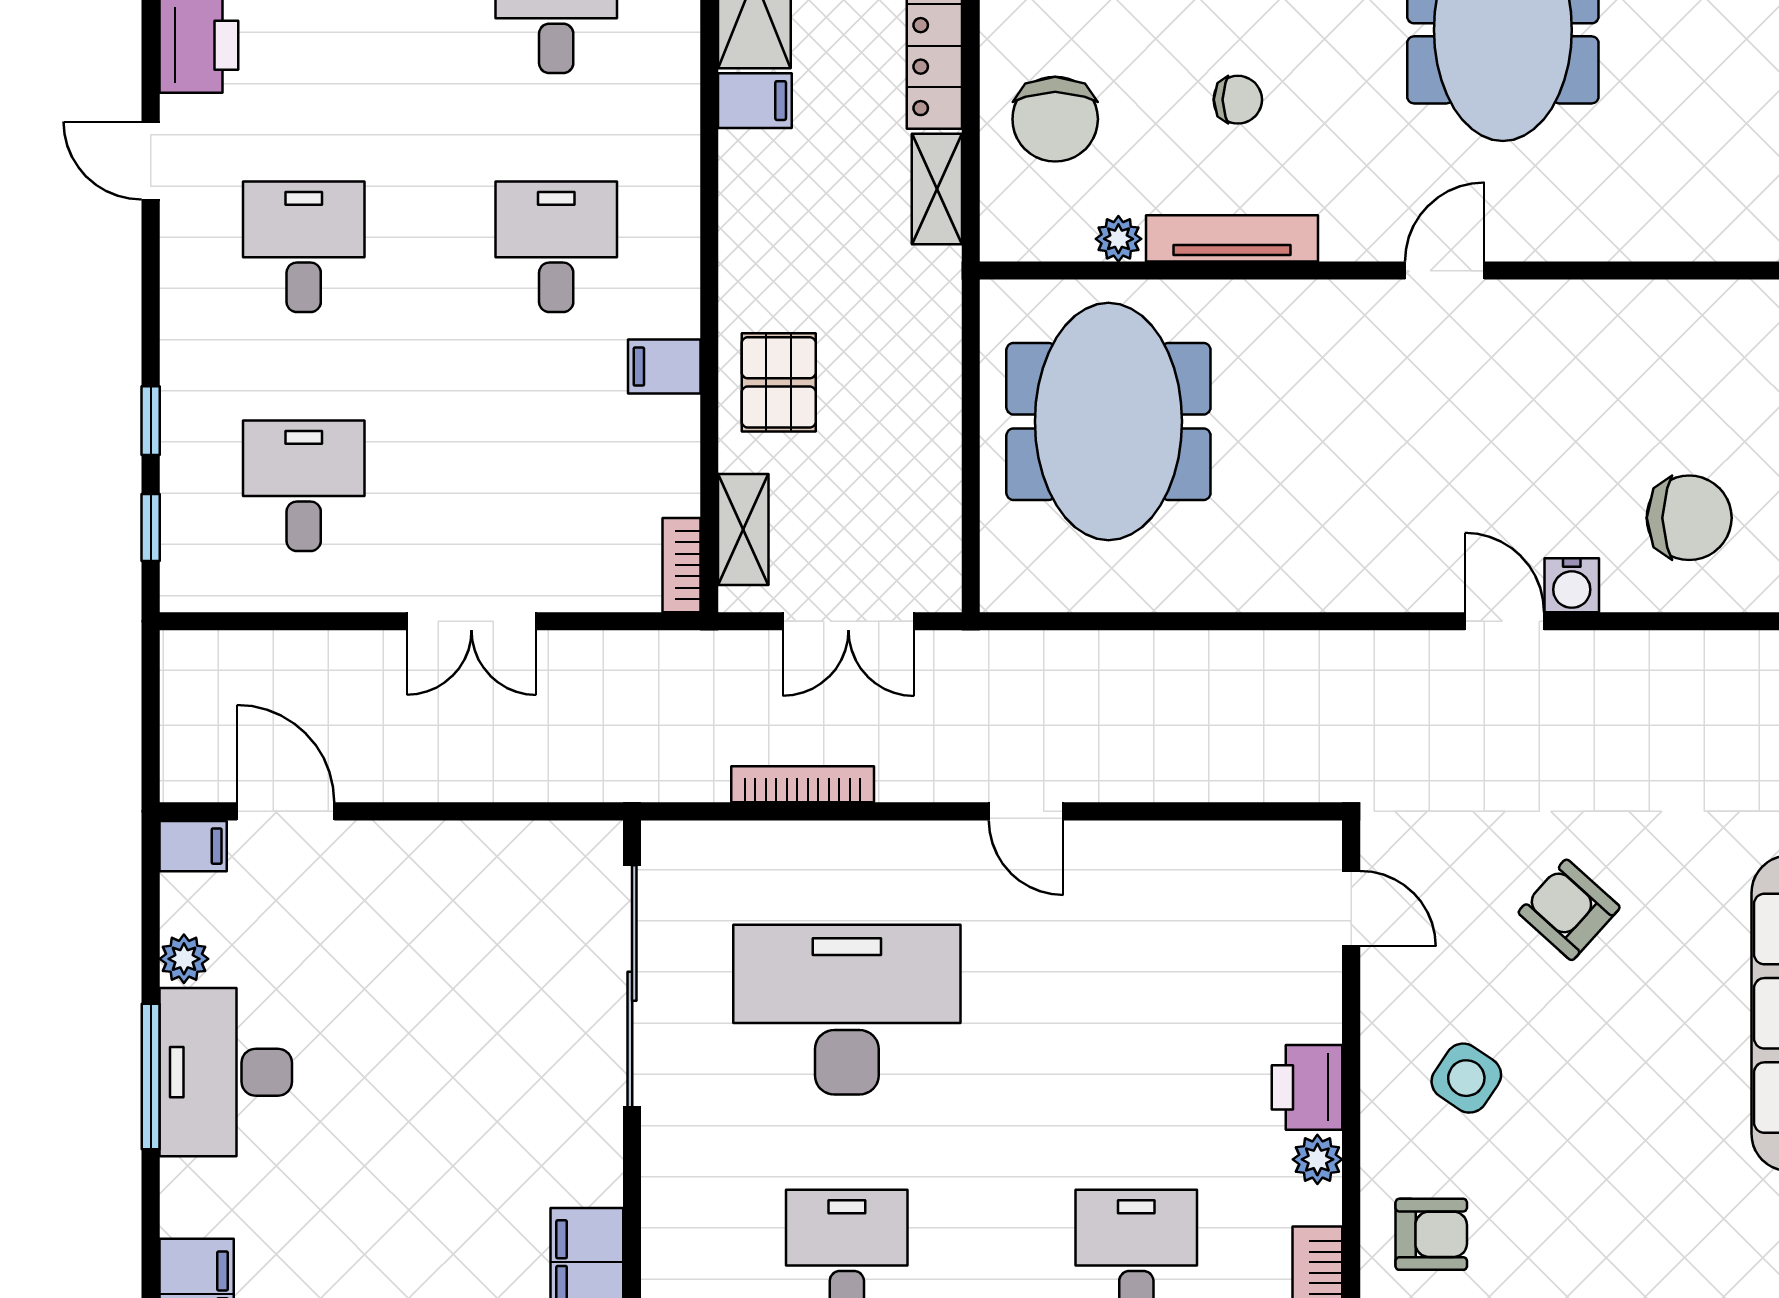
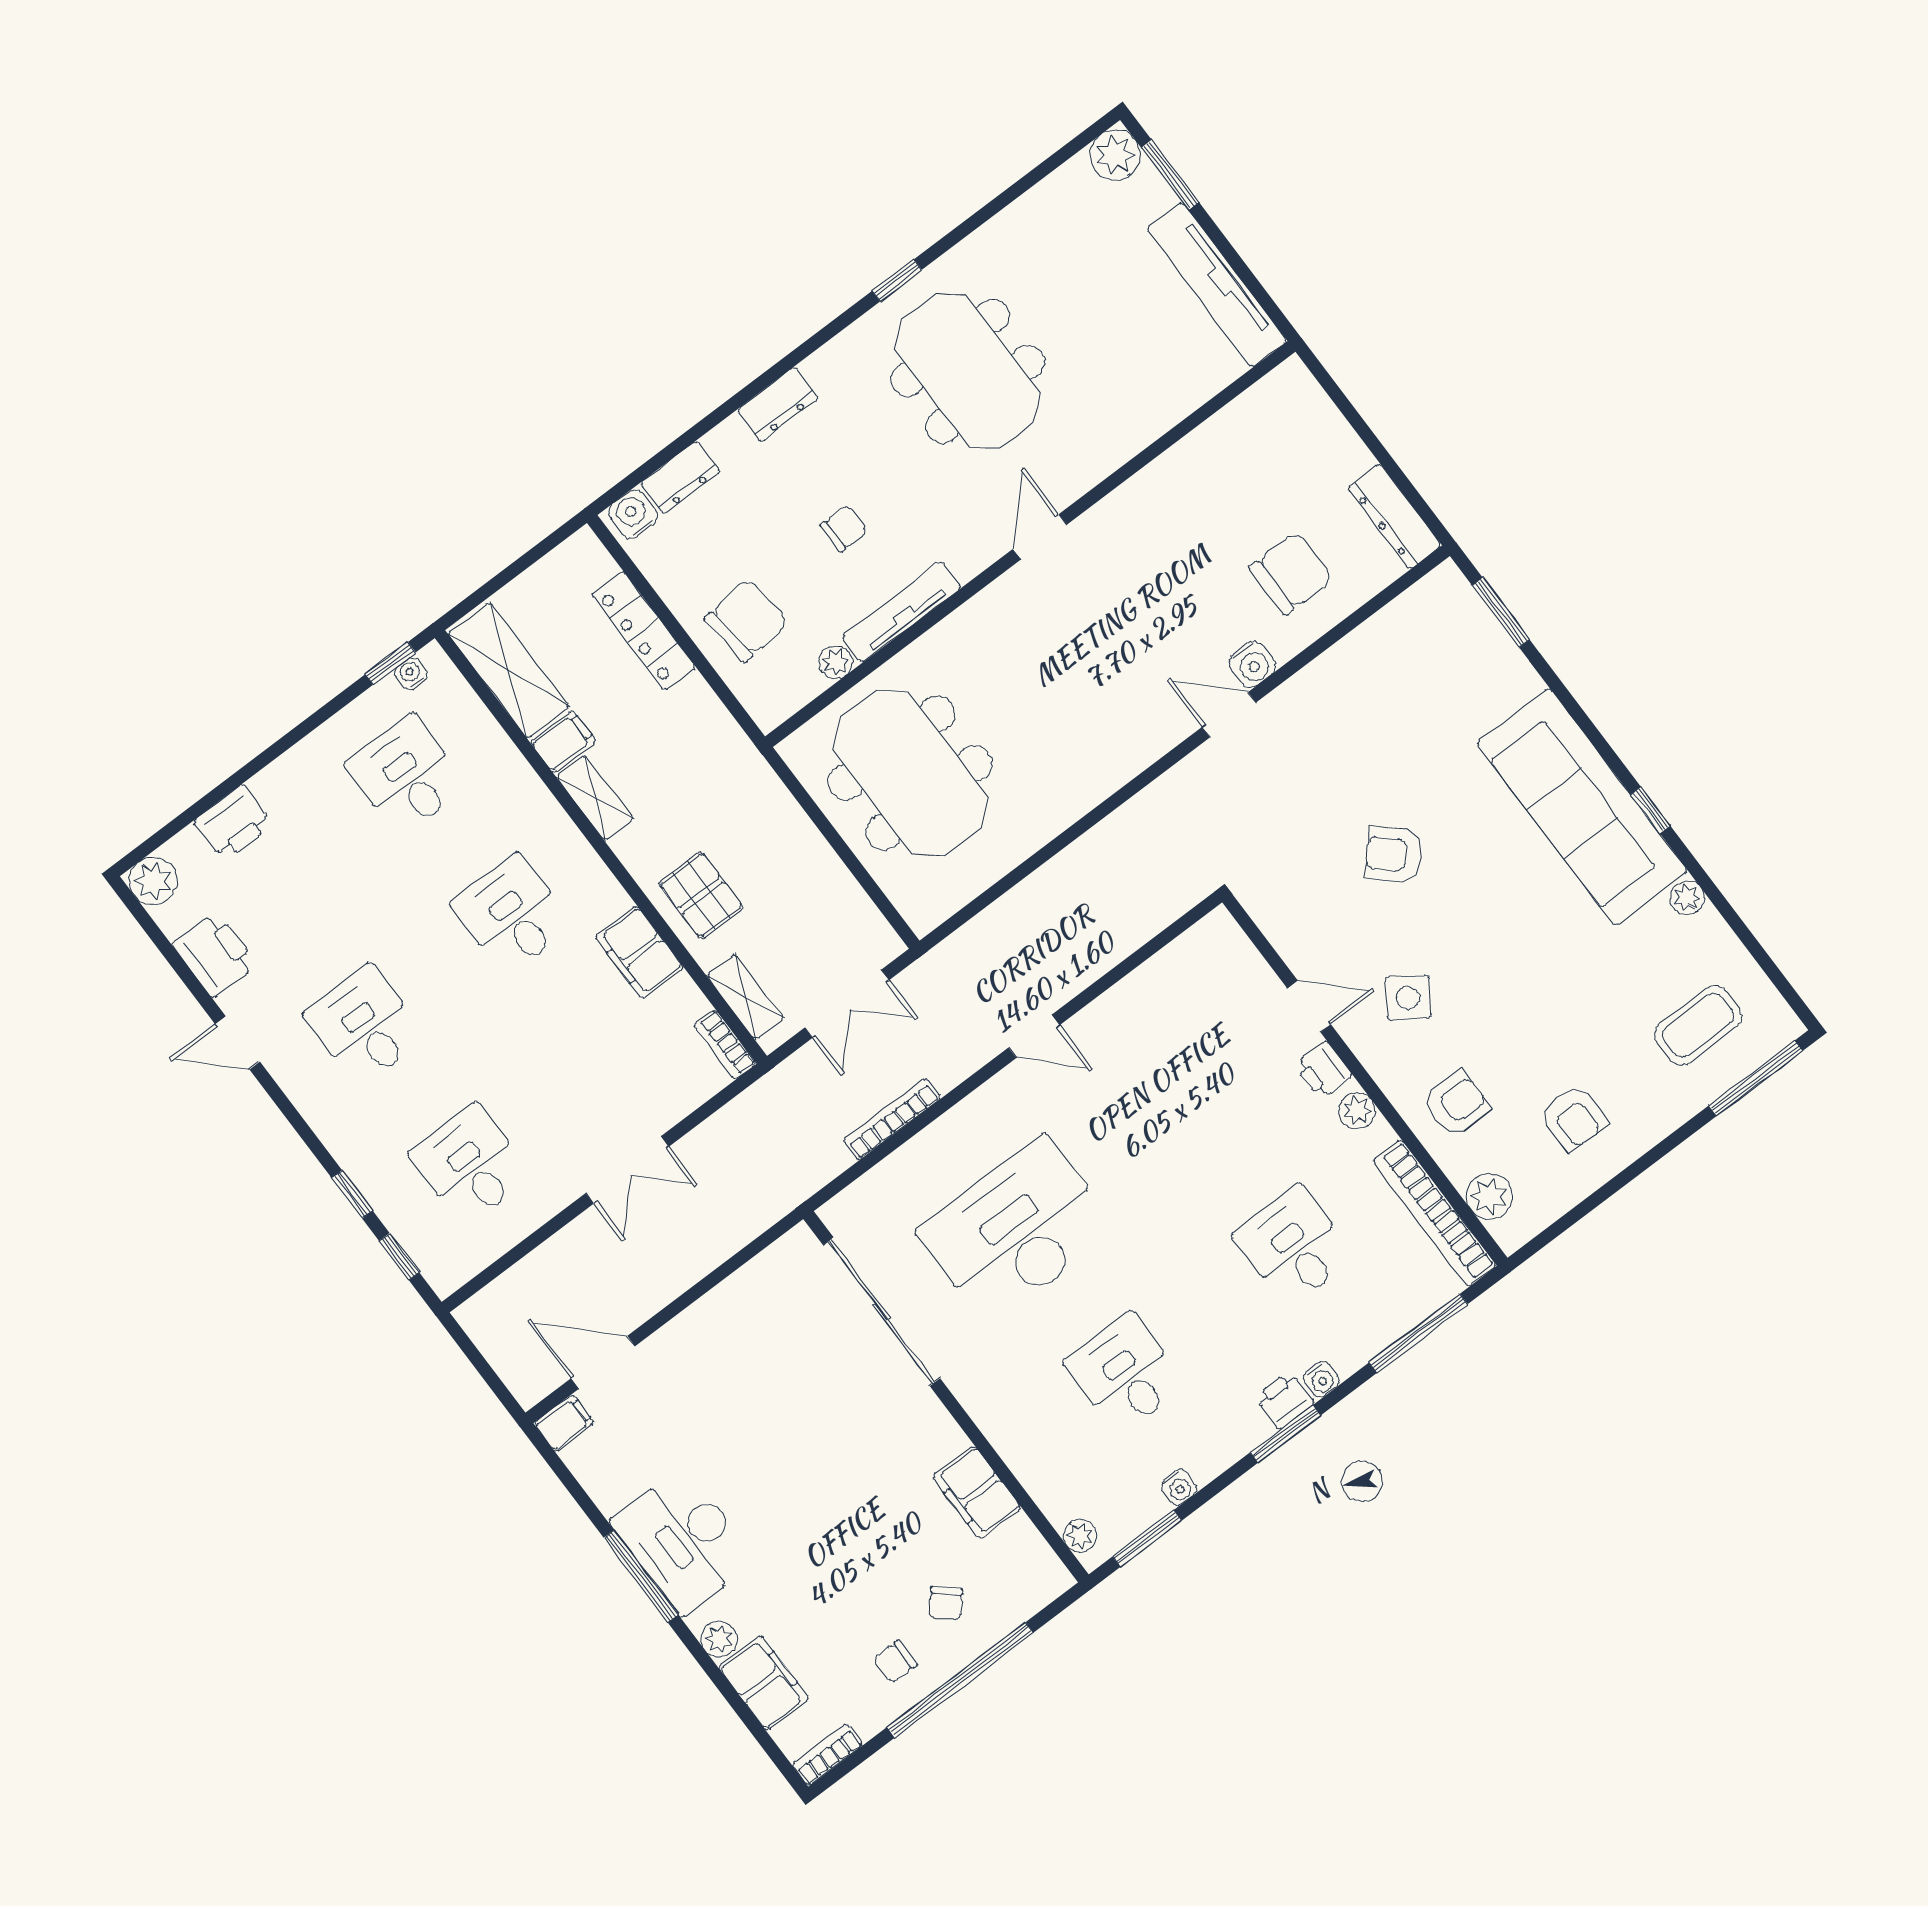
chair: (1055, 119) -> (746, 620), turned -96
shelving: (937, 189) -> (595, 798), moved
filing cabinet: (664, 367) -> (639, 952), width x2.00
door: (1351, 909) -> (1309, 1006), moved
plant: (184, 959) -> (719, 1639), moved
printer: (1307, 1087) -> (1323, 1070), width x0.73, depth x0.81

